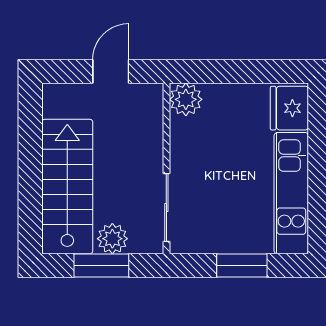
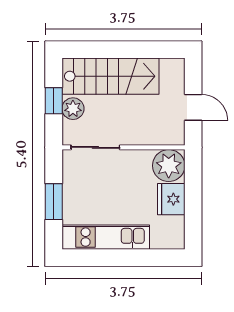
plant: (186, 99) -> (169, 166), width x1.36, depth x1.36
fridge: (289, 108) -> (171, 199), moved, turned -90
window: (101, 266) -> (54, 101), width x0.67

